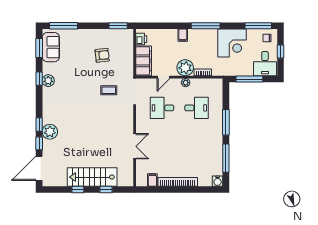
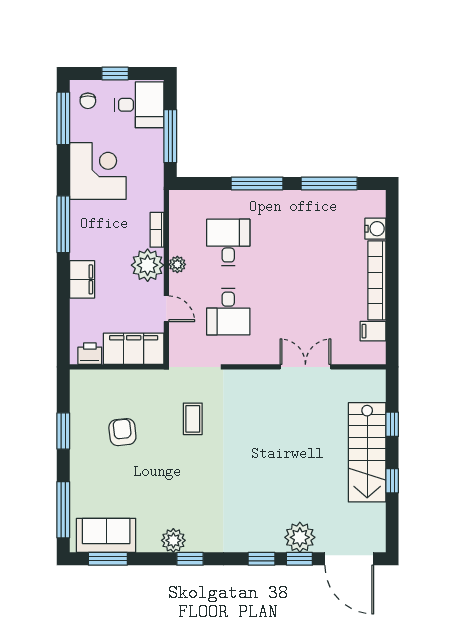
window: (118, 26) -> (63, 431), moved
filing cabinet: (183, 35) -> (82, 279), width x2.00
window: (39, 79) -> (190, 559), moved
plant: (50, 132) -> (300, 537), moved
water cooler: (218, 181) -> (375, 229), moved

